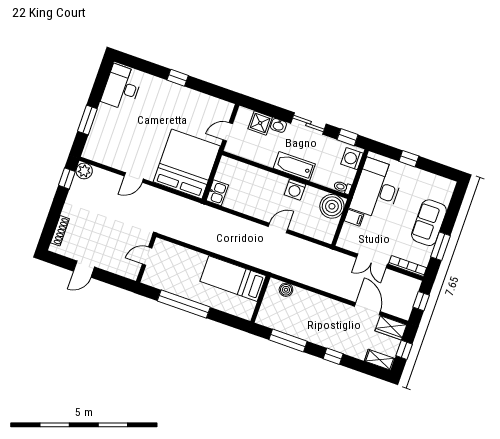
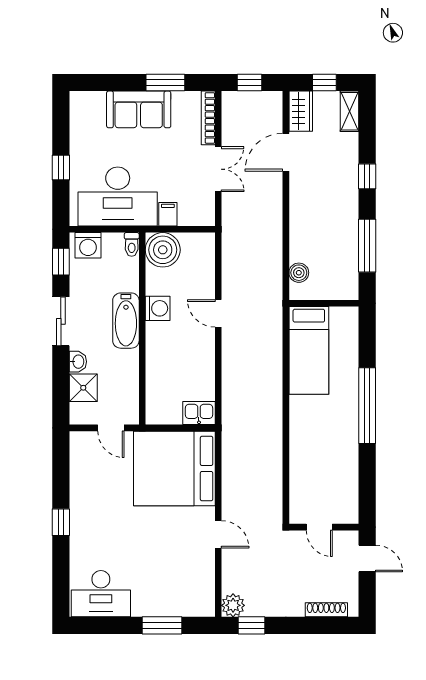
door: (147, 256) -> (319, 527), moved
wall: (146, 259) -> (324, 527), moved

